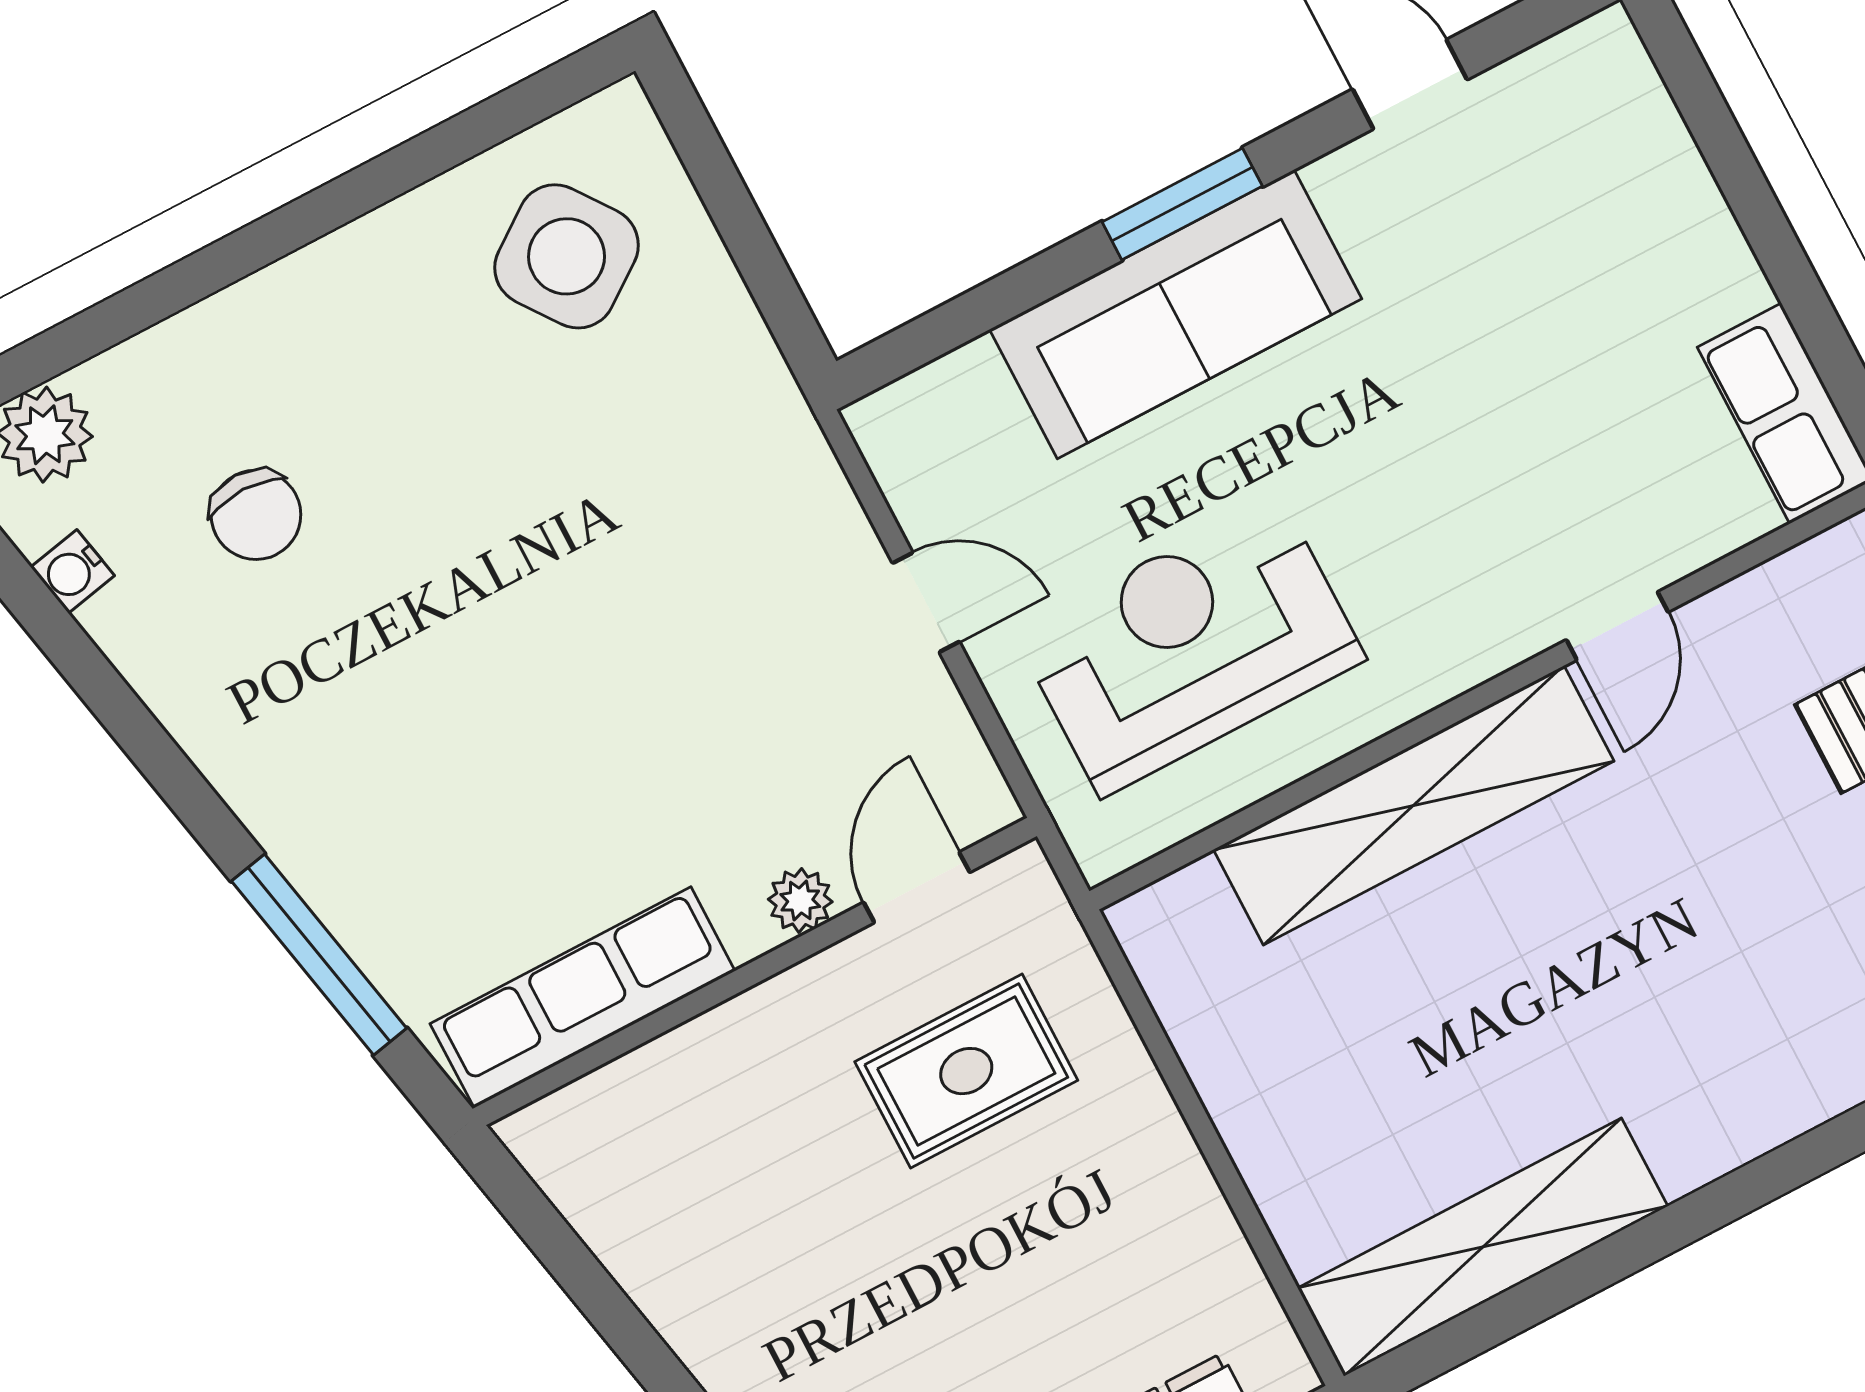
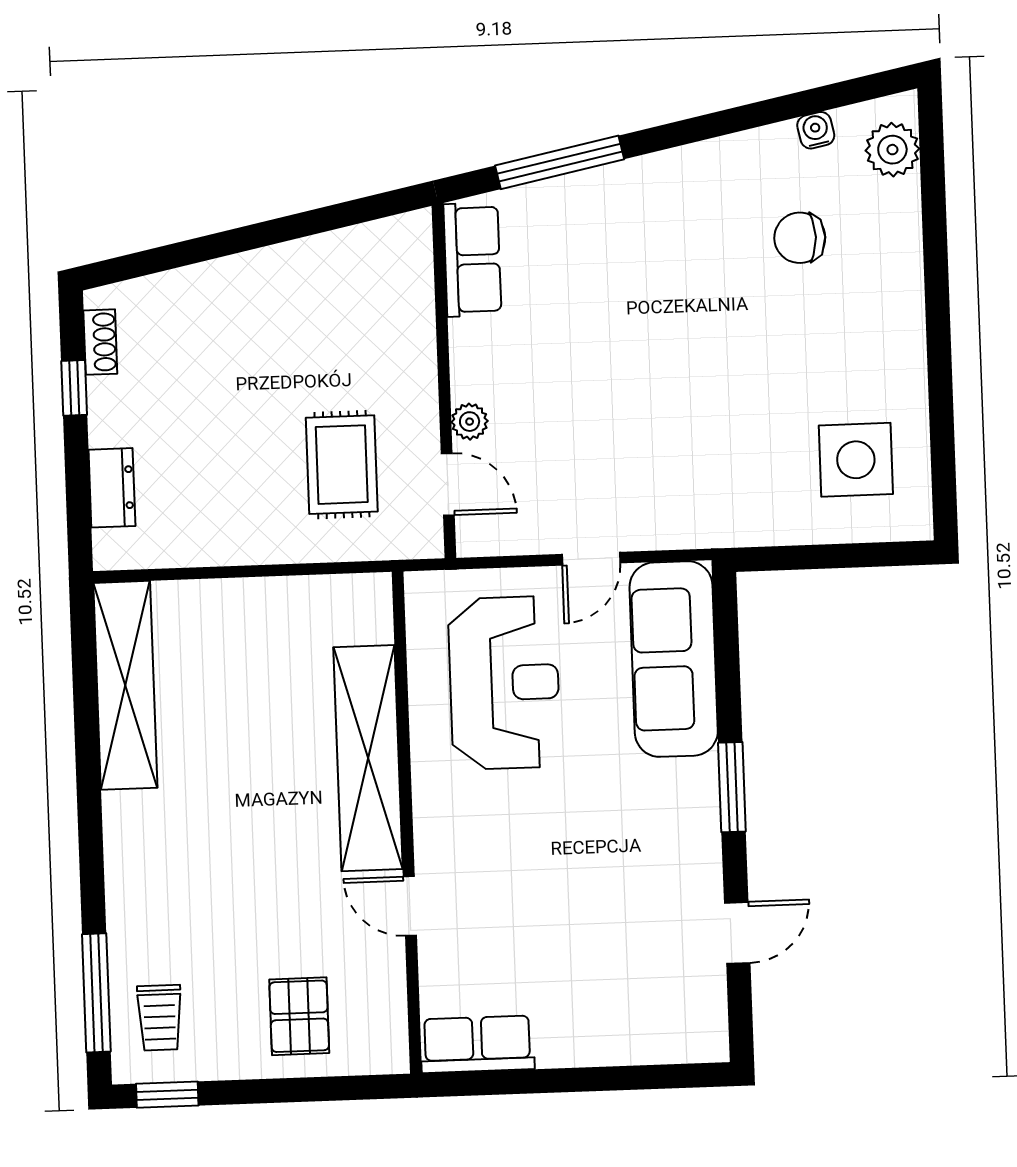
side table: (567, 256) -> (856, 460), turned 36
sofa: (1176, 314) -> (674, 659), moved
row of seats: (583, 997) -> (472, 260), width x0.68

